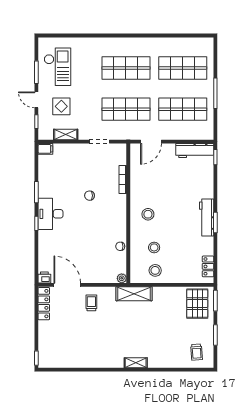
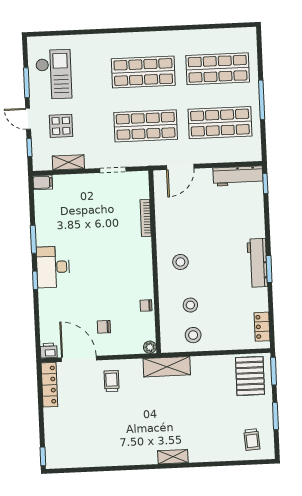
chair: (89, 196) -> (104, 327), moved

